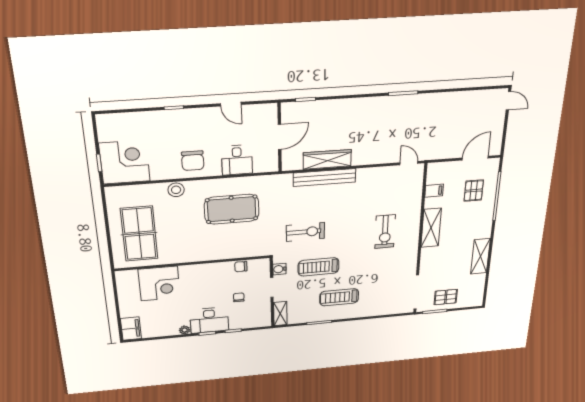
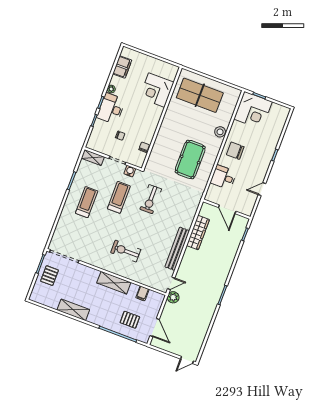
plant: (427, 153) -> (173, 297), added
bench: (324, 178) -> (177, 249), moved
filing cabinet: (131, 329) -> (122, 67), moved, turned -90

